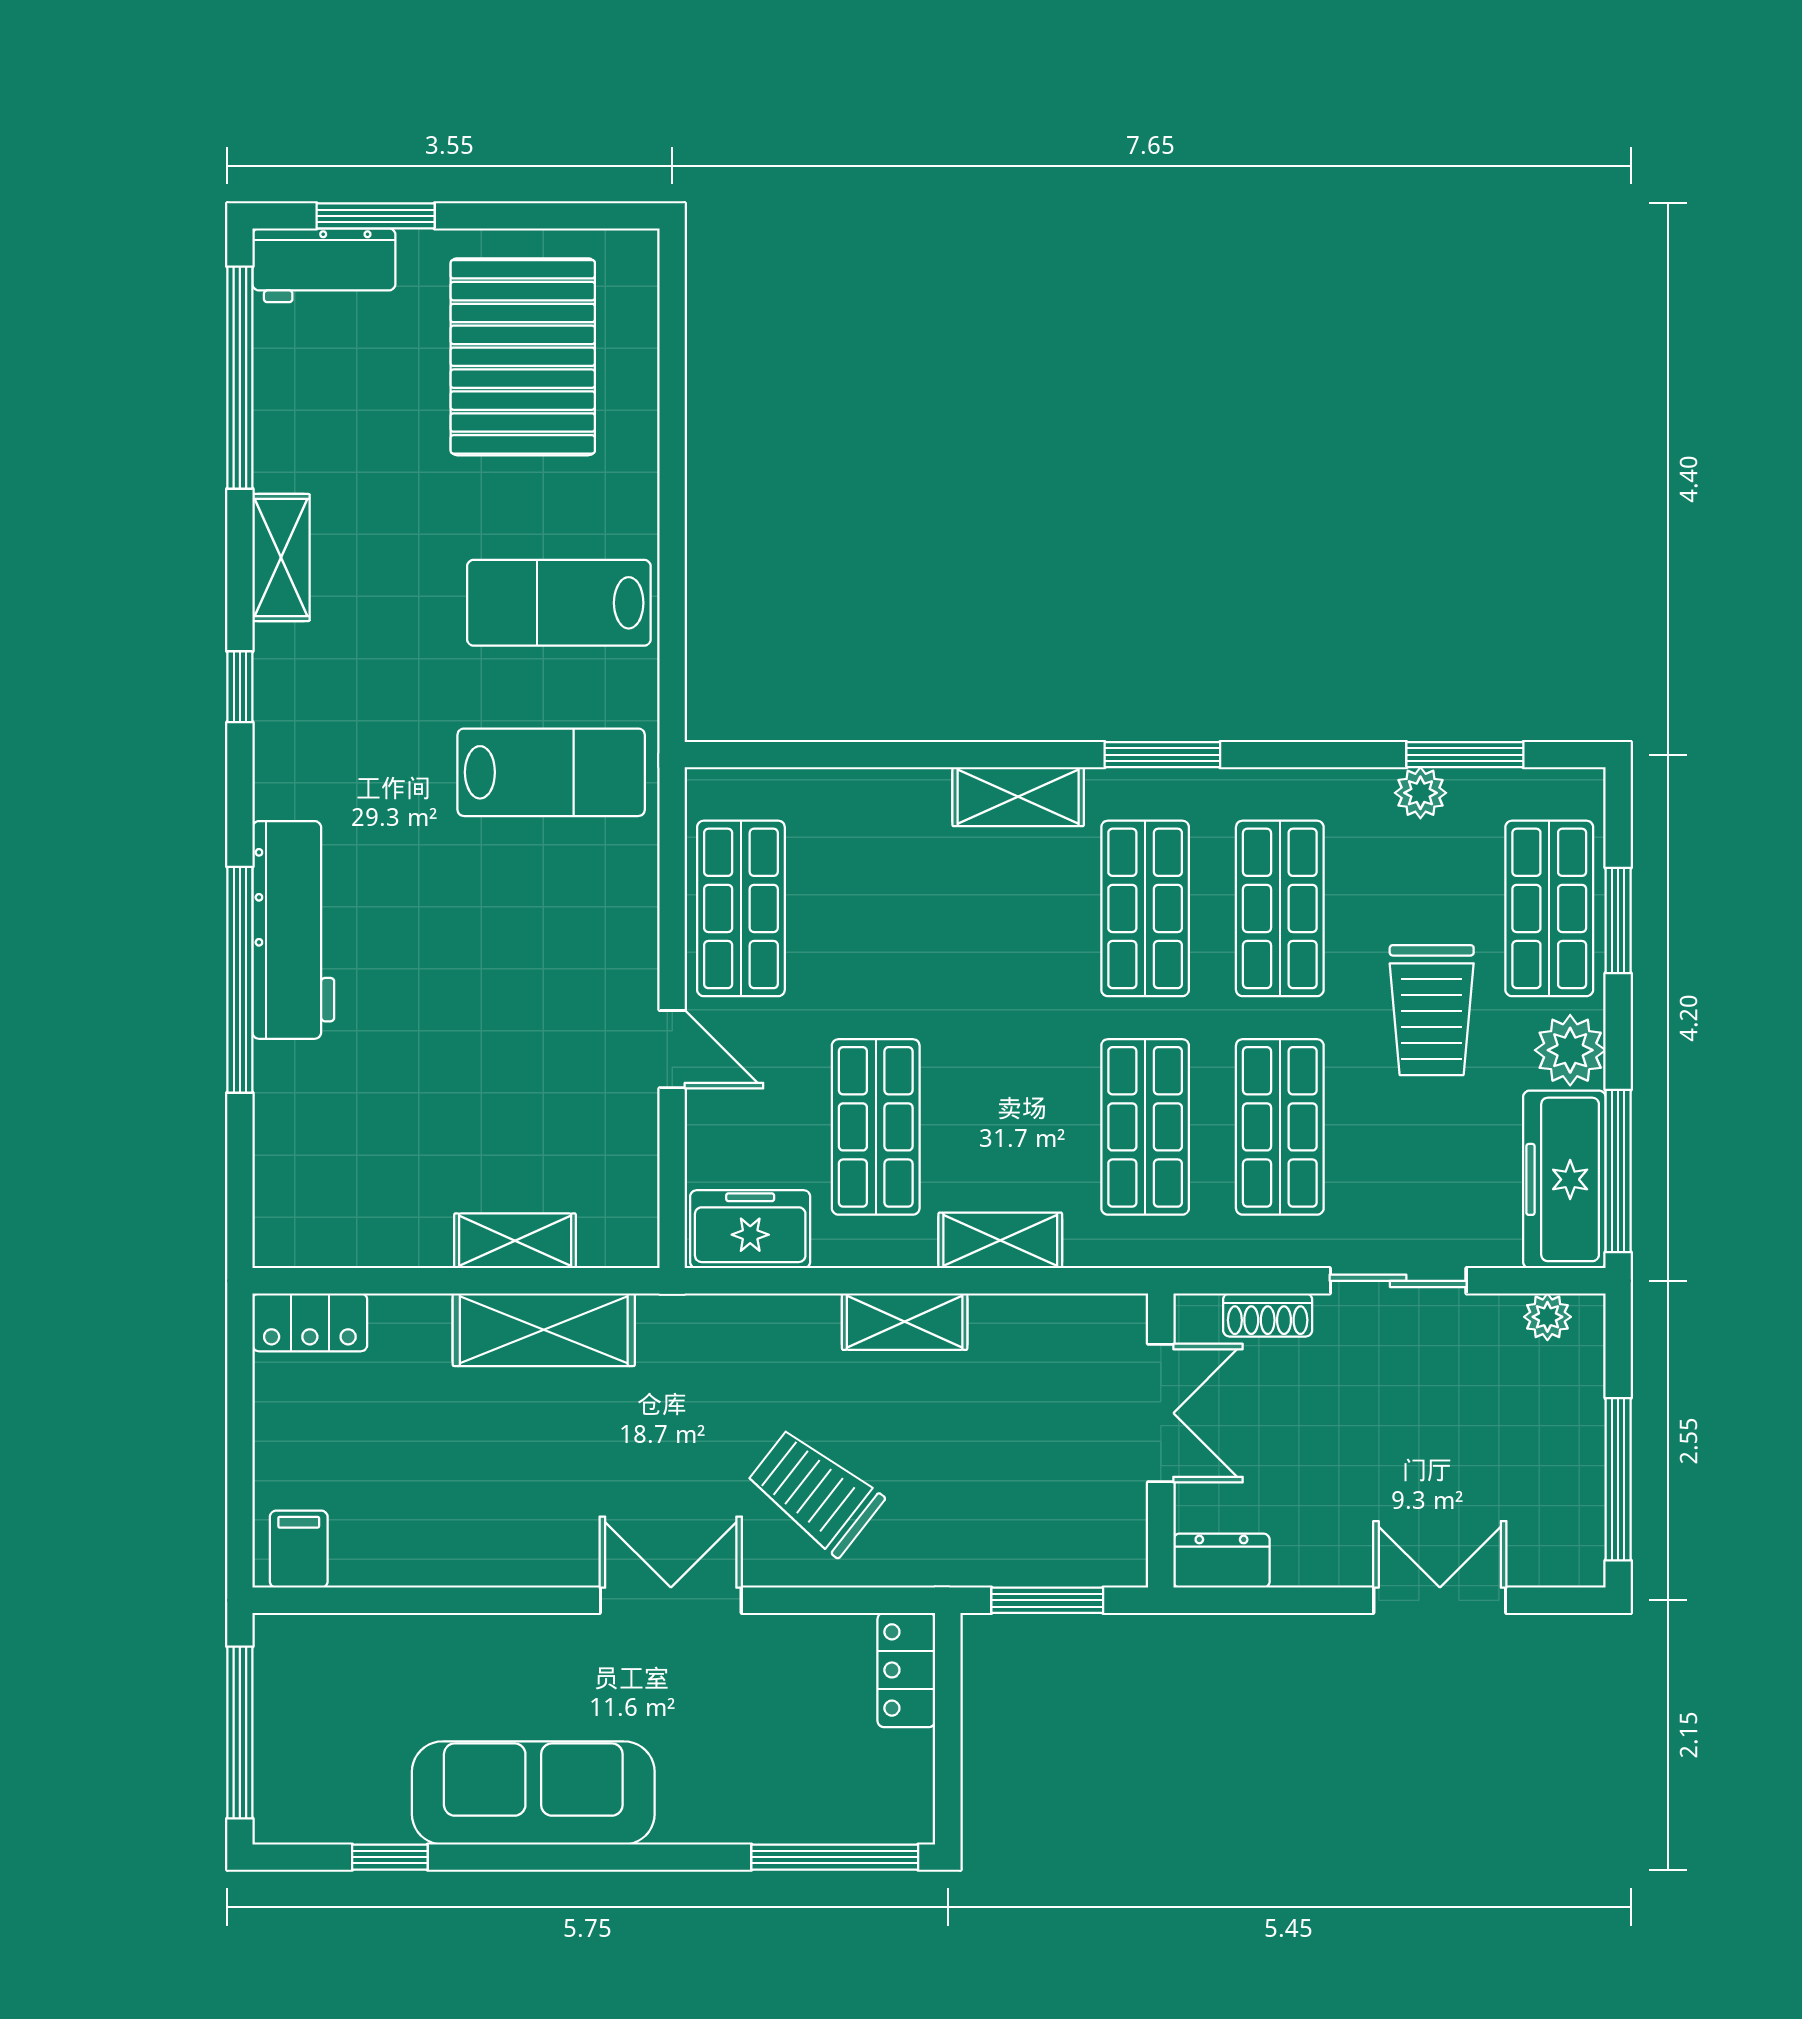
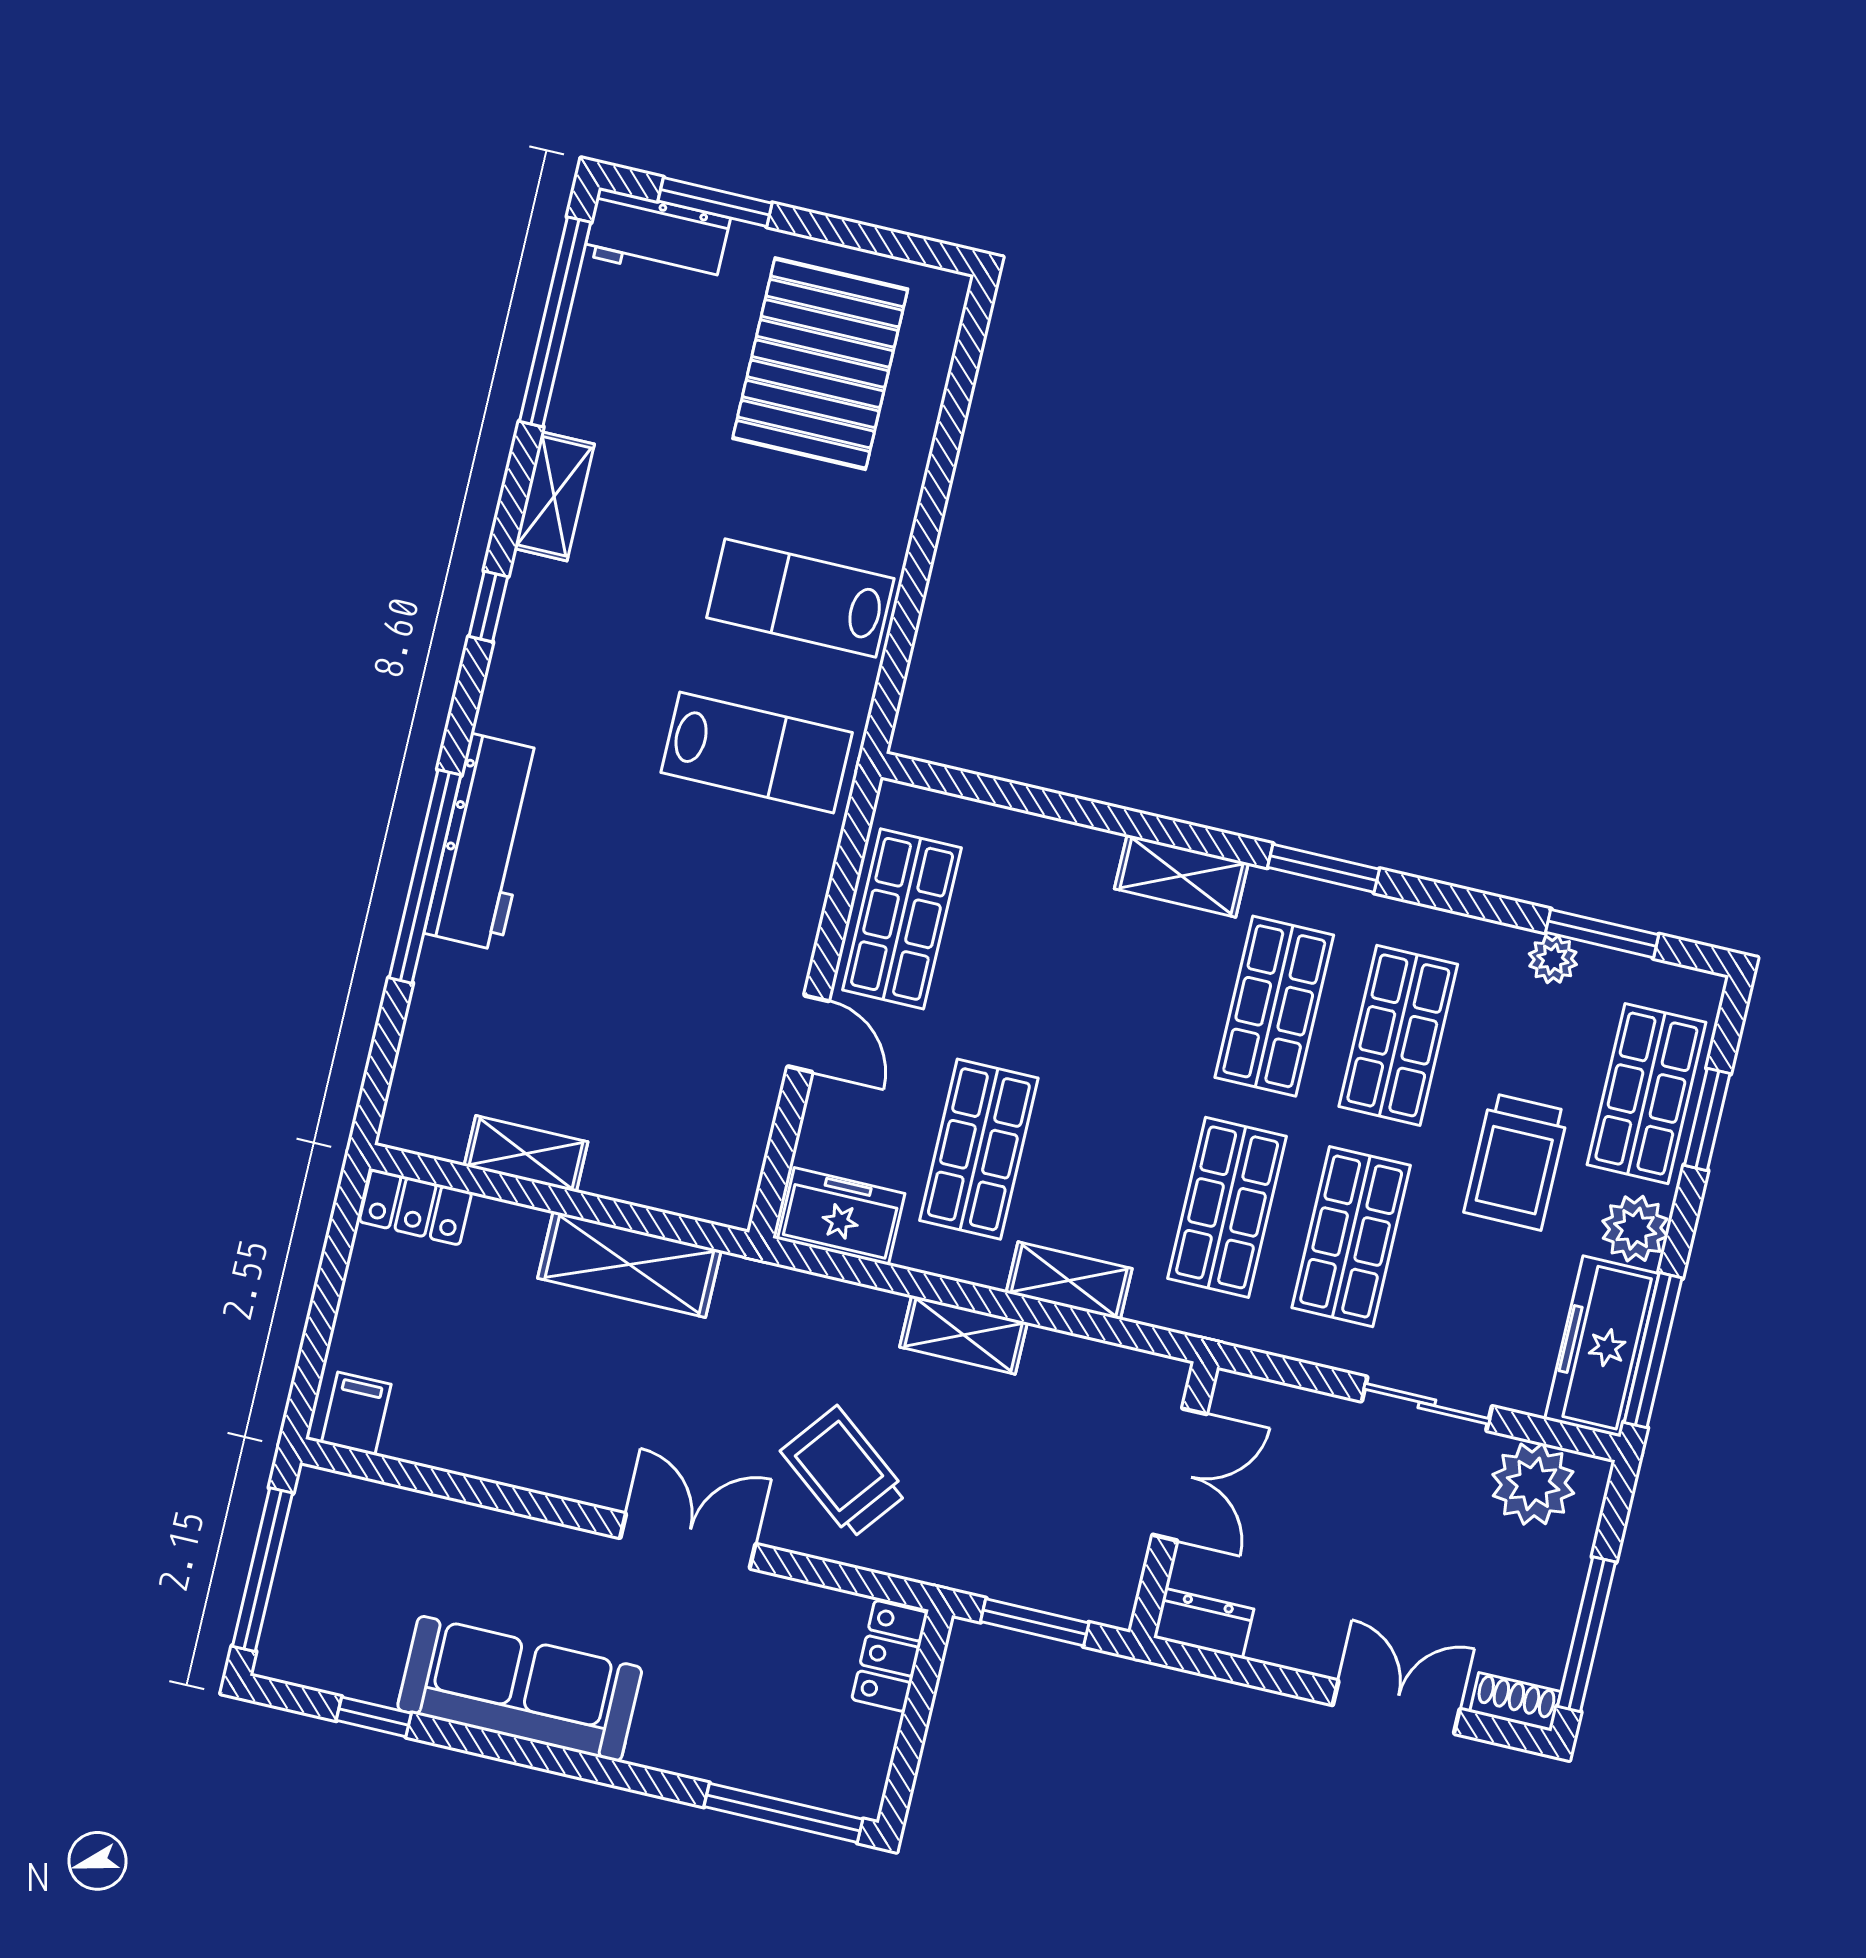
shelving: (515, 1241) -> (526, 1154), moved
shoe rack: (1268, 1315) -> (1515, 1702), moved, turned 180
plant: (1547, 1317) -> (1533, 1484), width x1.88, depth x1.88

